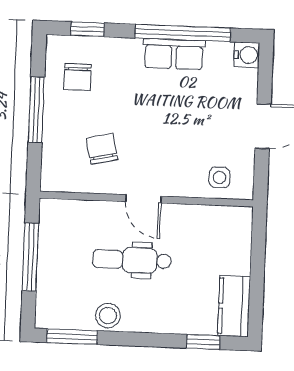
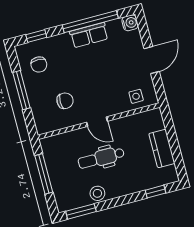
chair: (102, 149) -> (65, 101), turned 103
kitchen counter: (234, 306) -> (162, 149), moved

